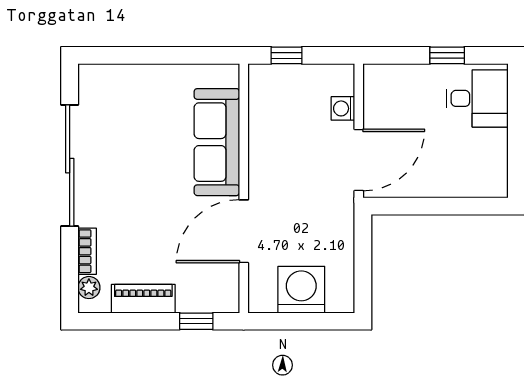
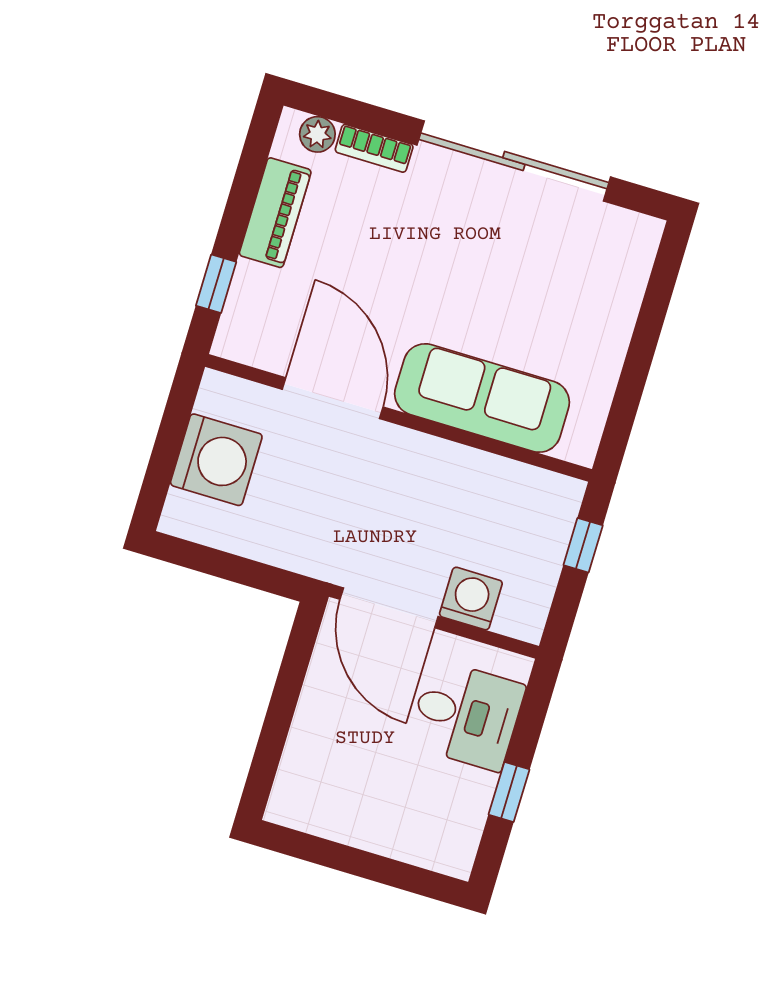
desk: (477, 98) -> (466, 715), moved, turned -90
washing machine: (343, 108) -> (471, 599), width x1.38, depth x1.38

